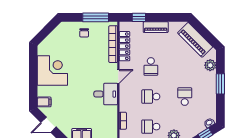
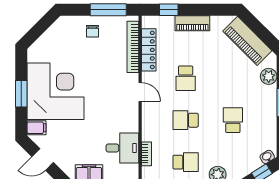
corner desk: (52, 70) -> (55, 91), width x1.36, depth x1.36
door: (118, 76) -> (140, 92), hinge flipped
window: (33, 78) -> (21, 94), added
desk: (106, 94) -> (122, 148), moved
school desk: (151, 127) -> (186, 162), turned 180

